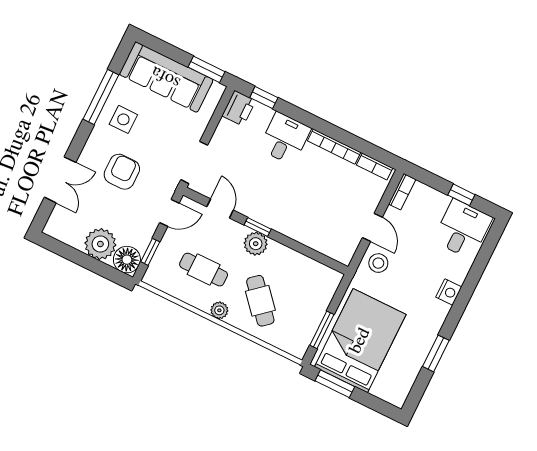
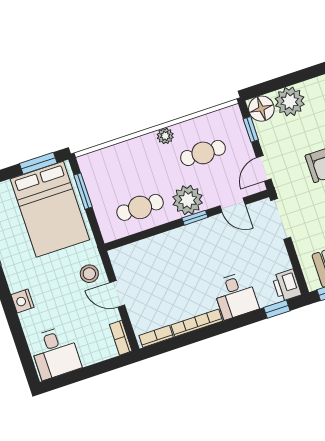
window: (461, 195) -> (79, 375), removed
plant: (256, 244) -> (188, 200), width x1.36, depth x1.36
cafe table: (260, 301) -> (140, 207), moved, turned -49

